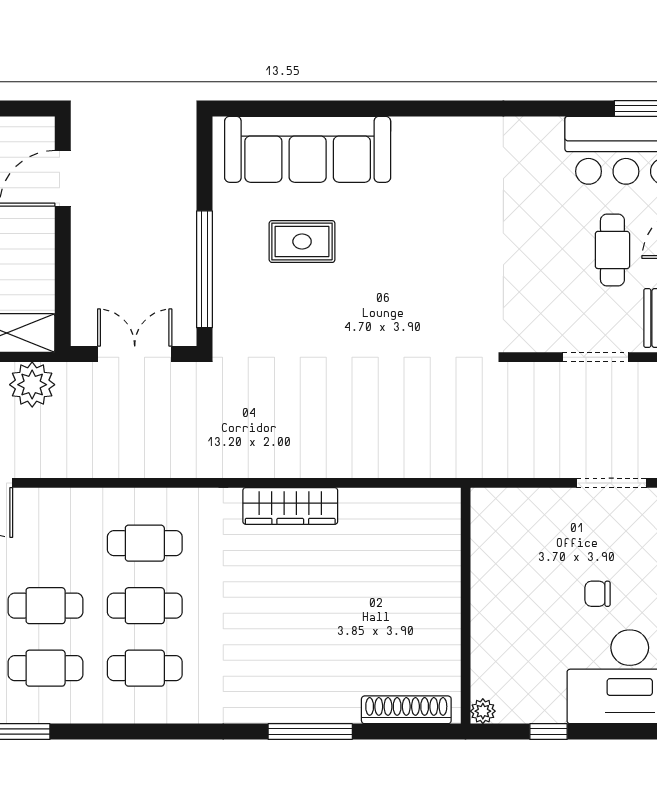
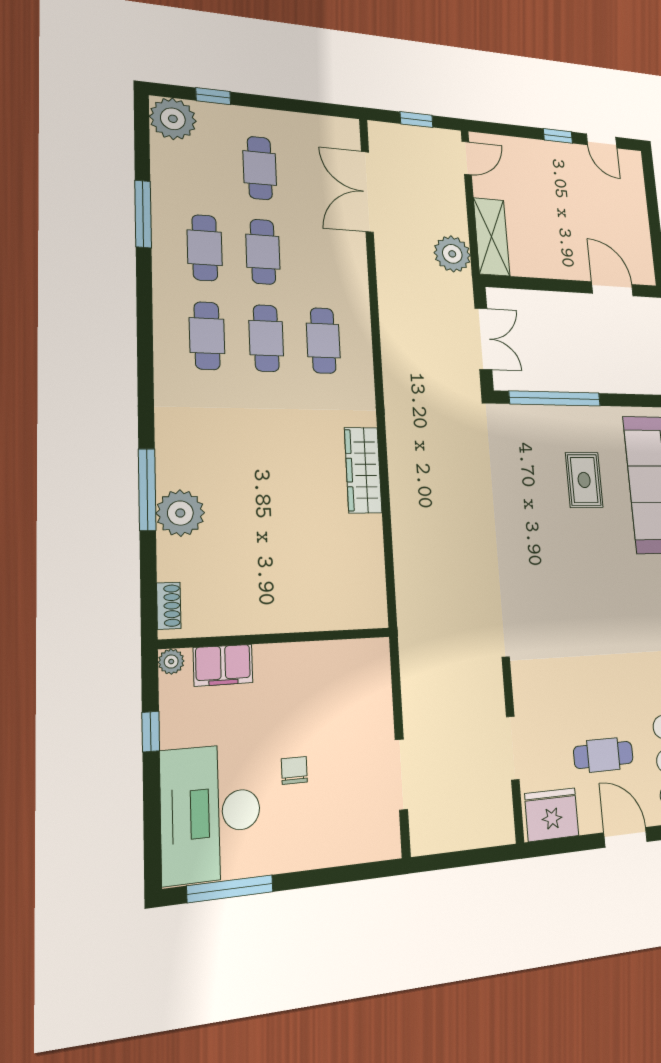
filing cabinet: (489, 661) -> (223, 665), added
plant: (335, 699) -> (180, 513), added
shoe rack: (406, 710) -> (169, 606), width x0.51, depth x0.81

